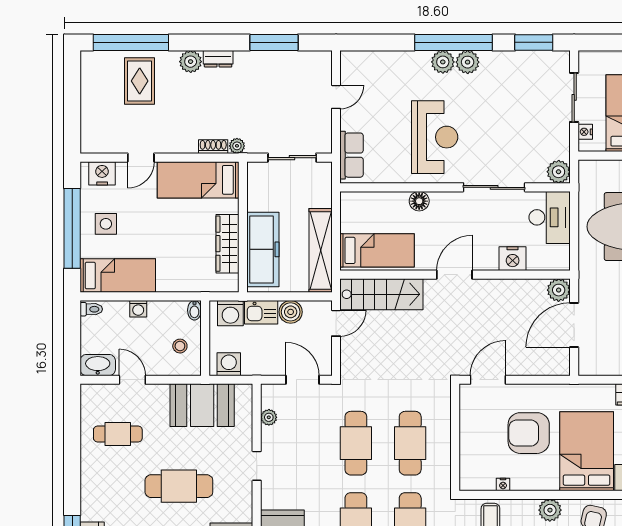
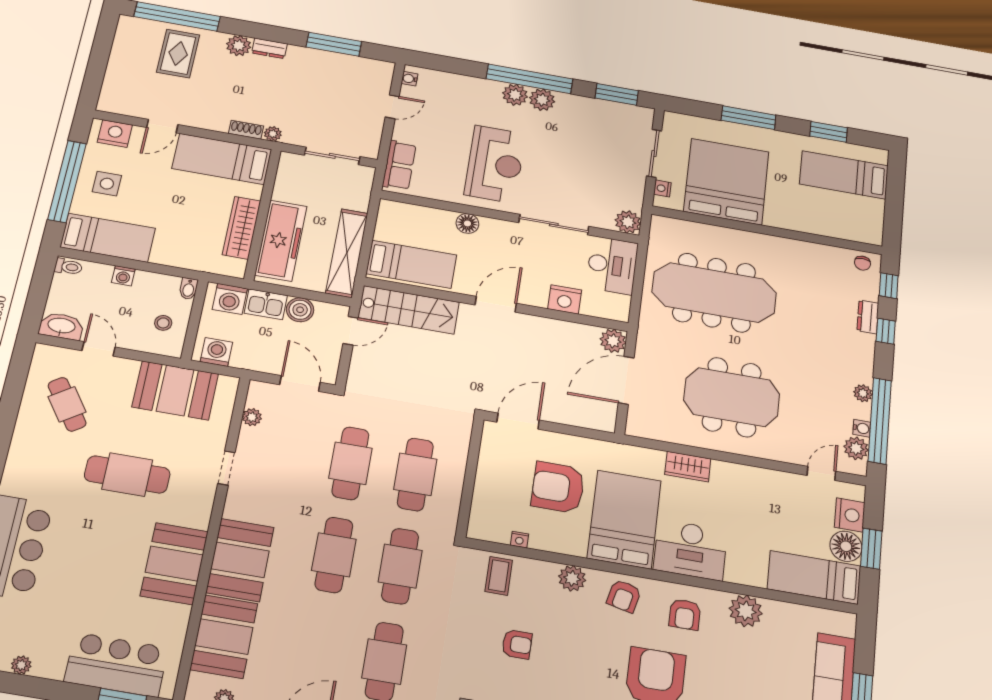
water cooler: (347, 65) -> (409, 79), added
cafe table: (118, 434) -> (67, 404), turned 56

